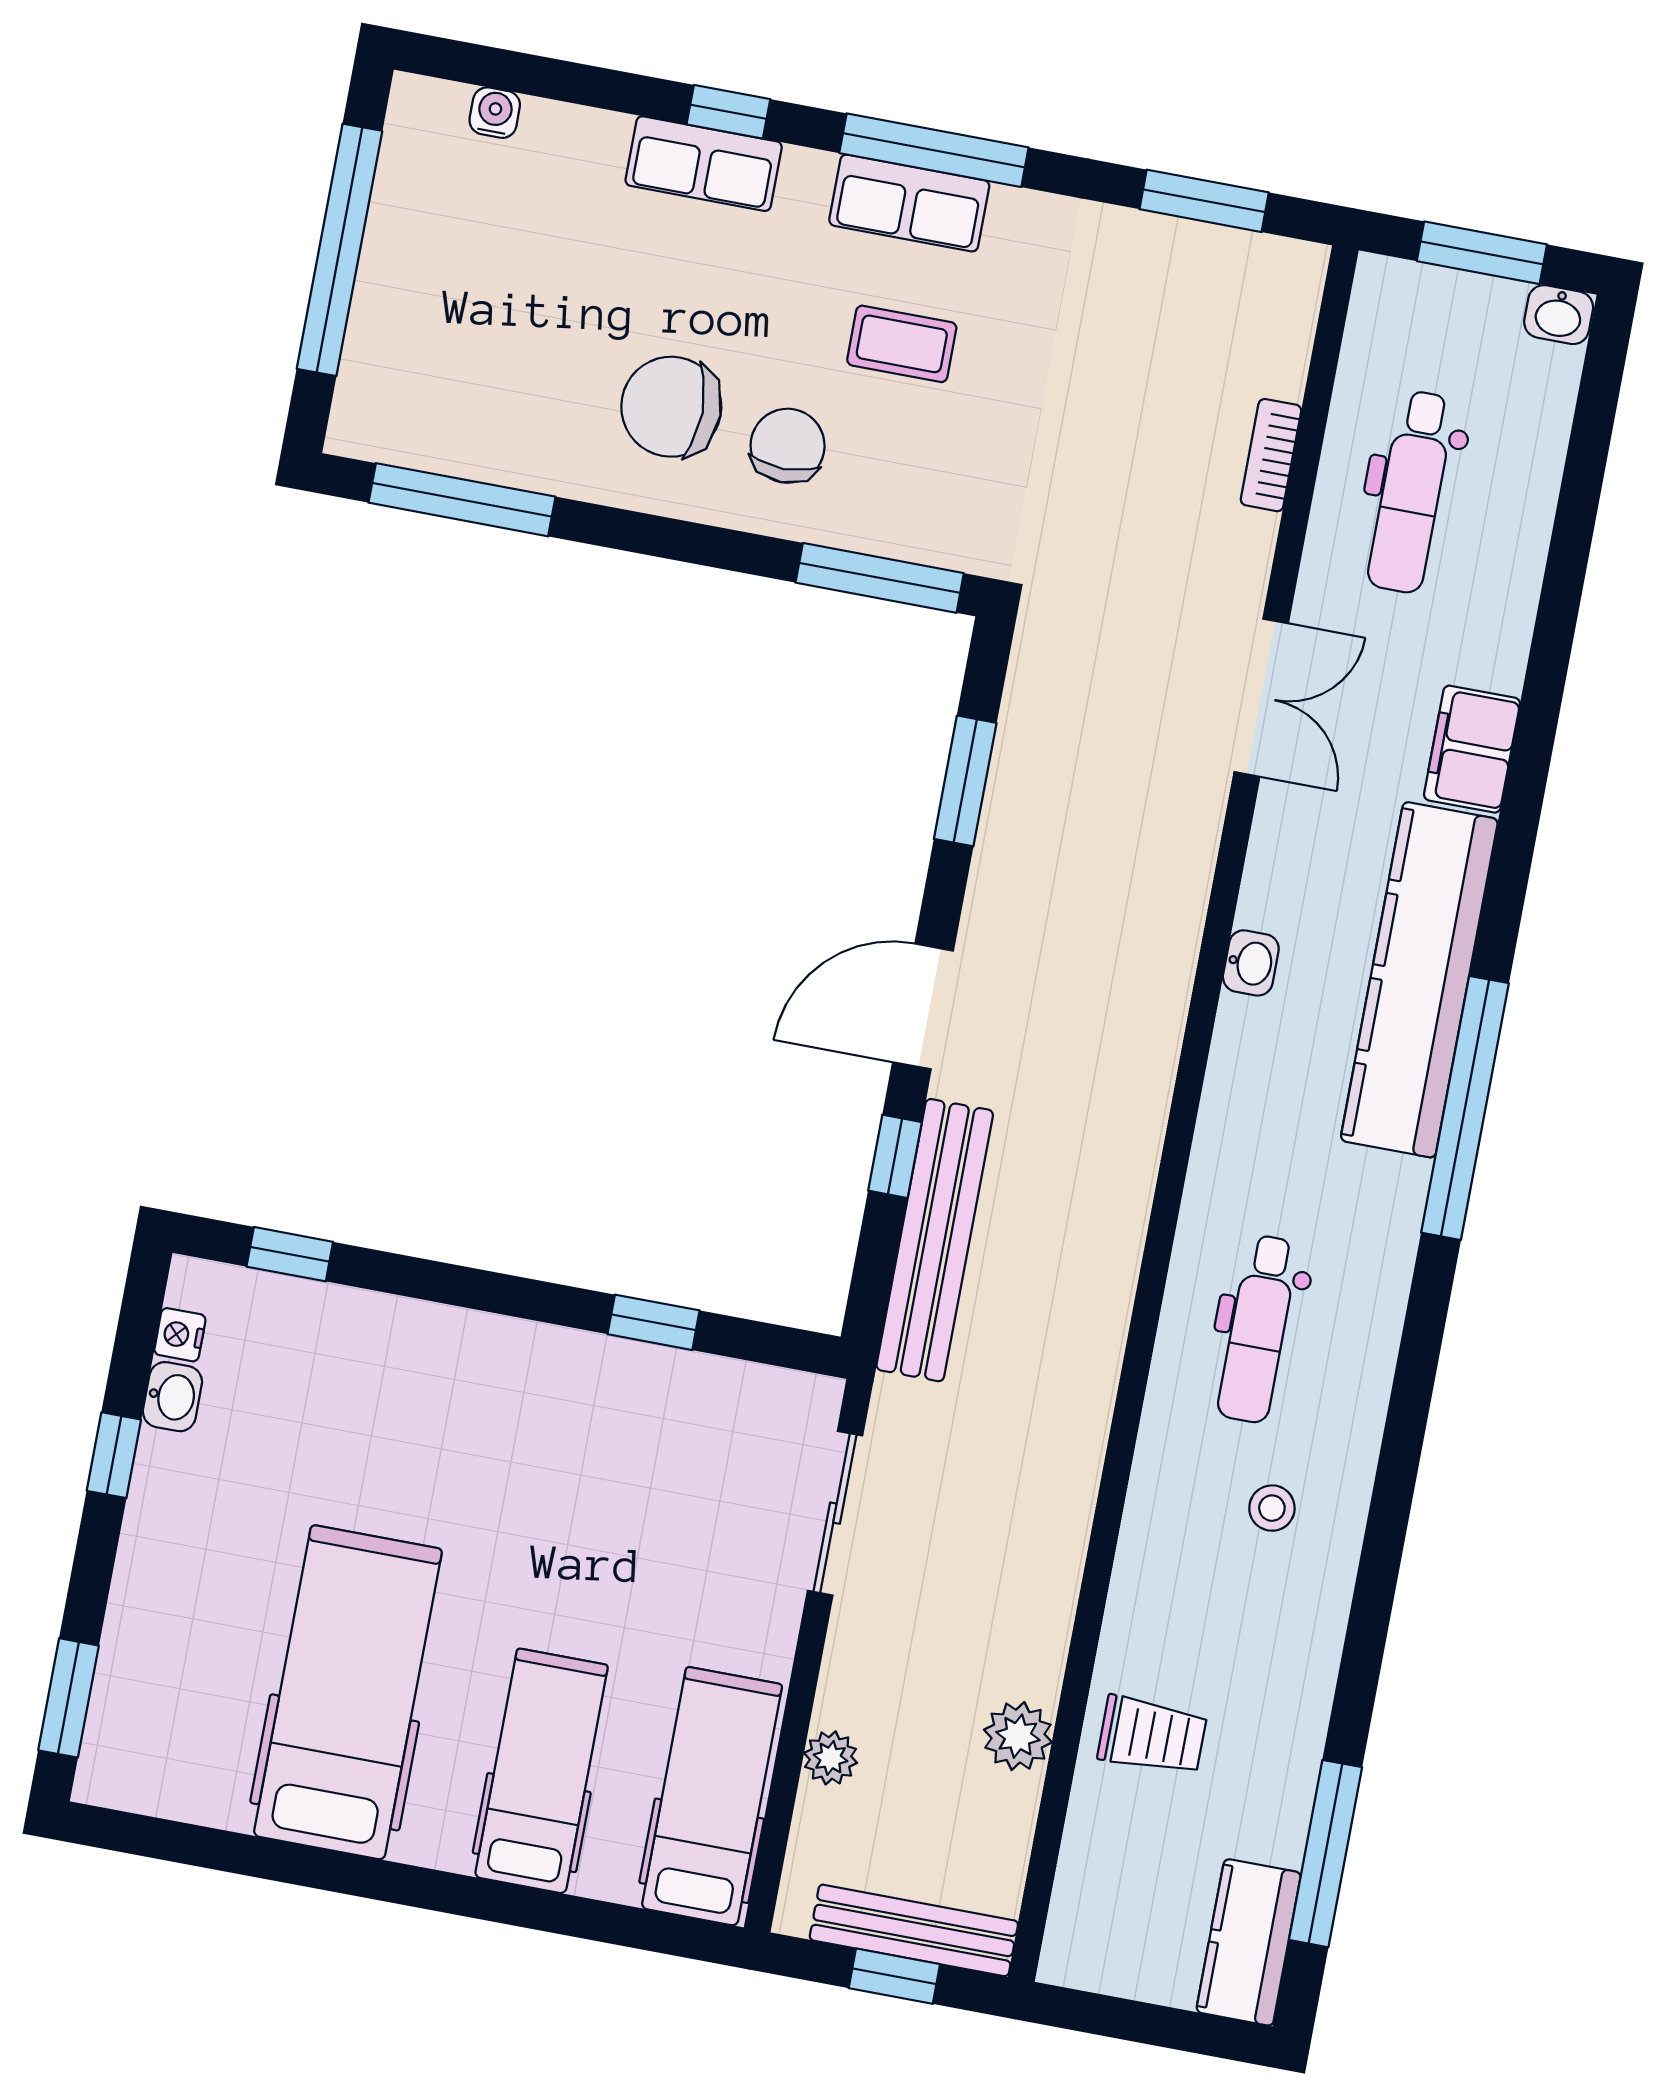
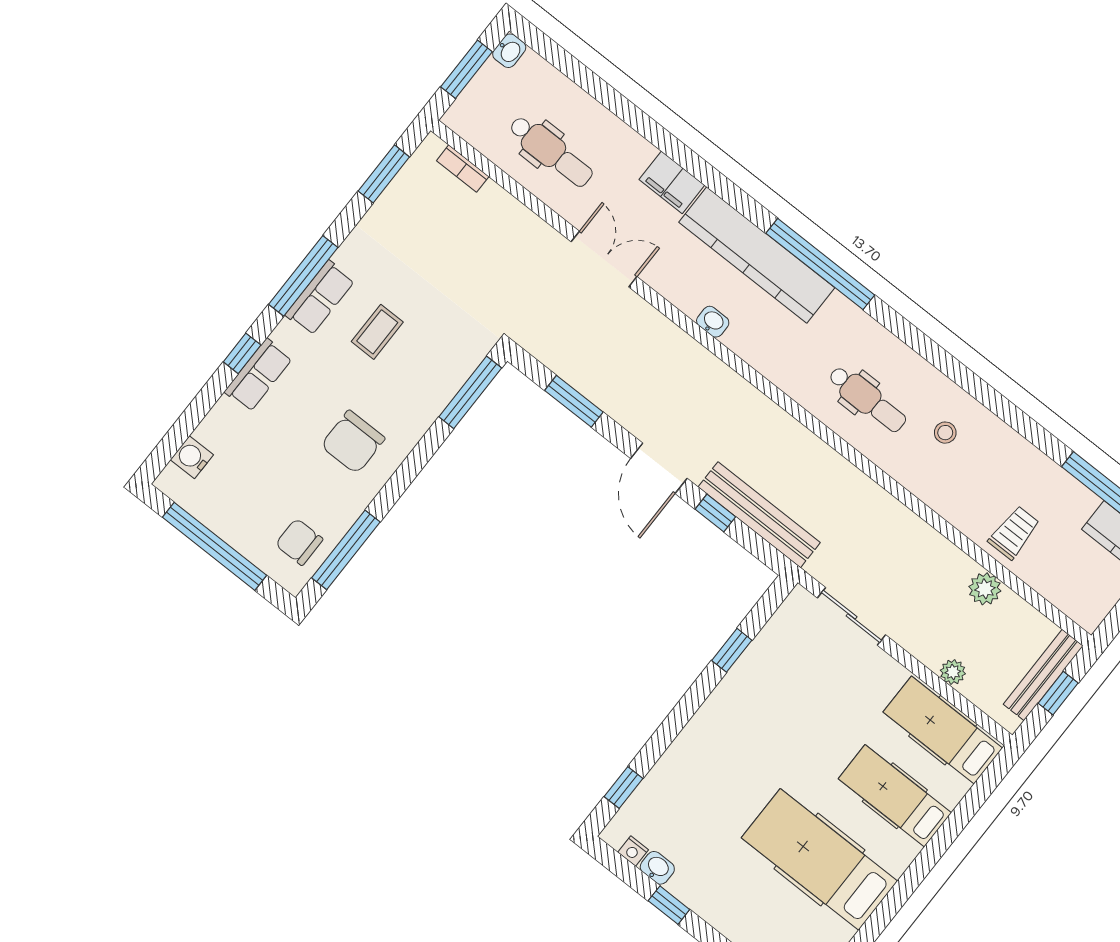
water cooler: (495, 113) -> (192, 457), width x1.38, depth x1.38
chair: (788, 446) -> (299, 542), moved
bookcase: (1271, 455) -> (463, 169), moved

